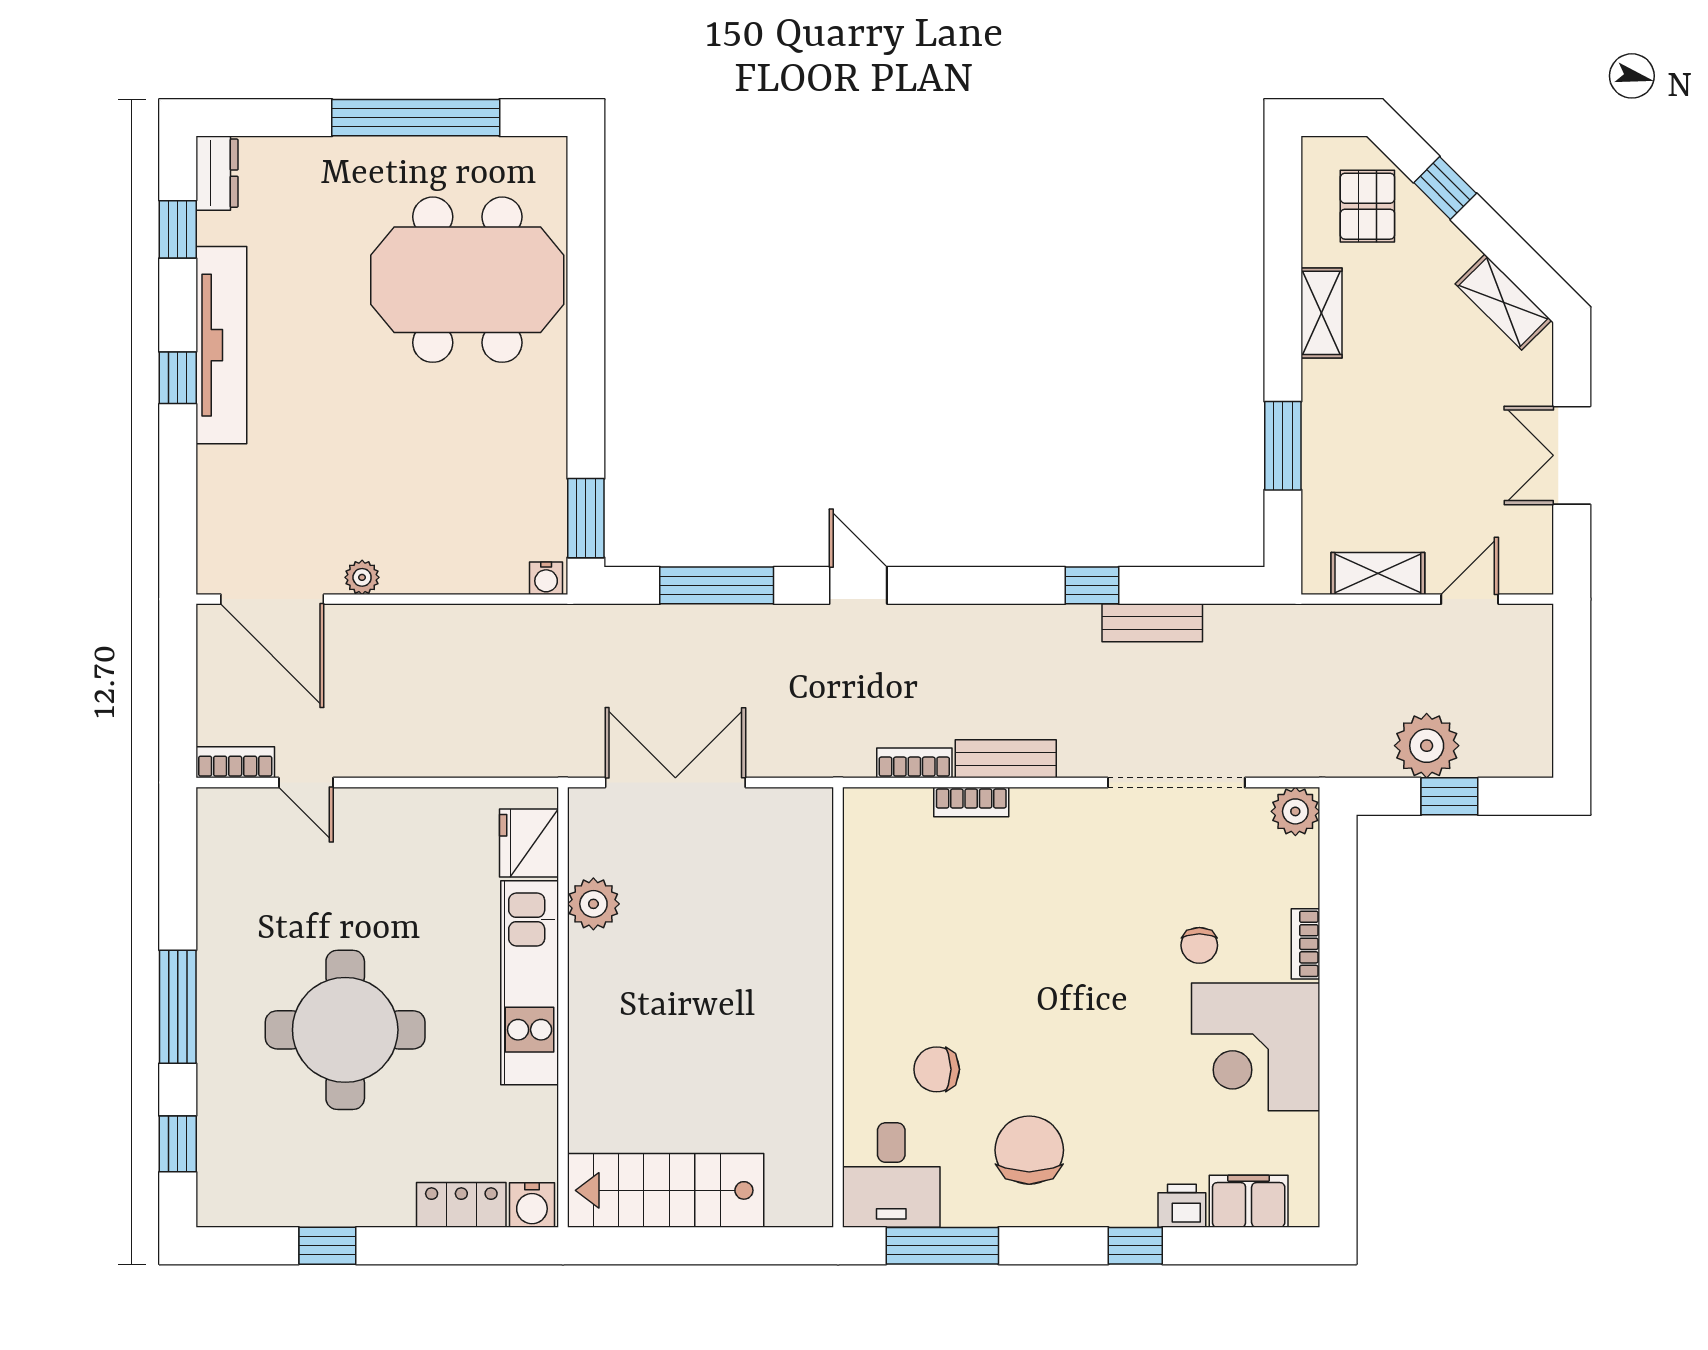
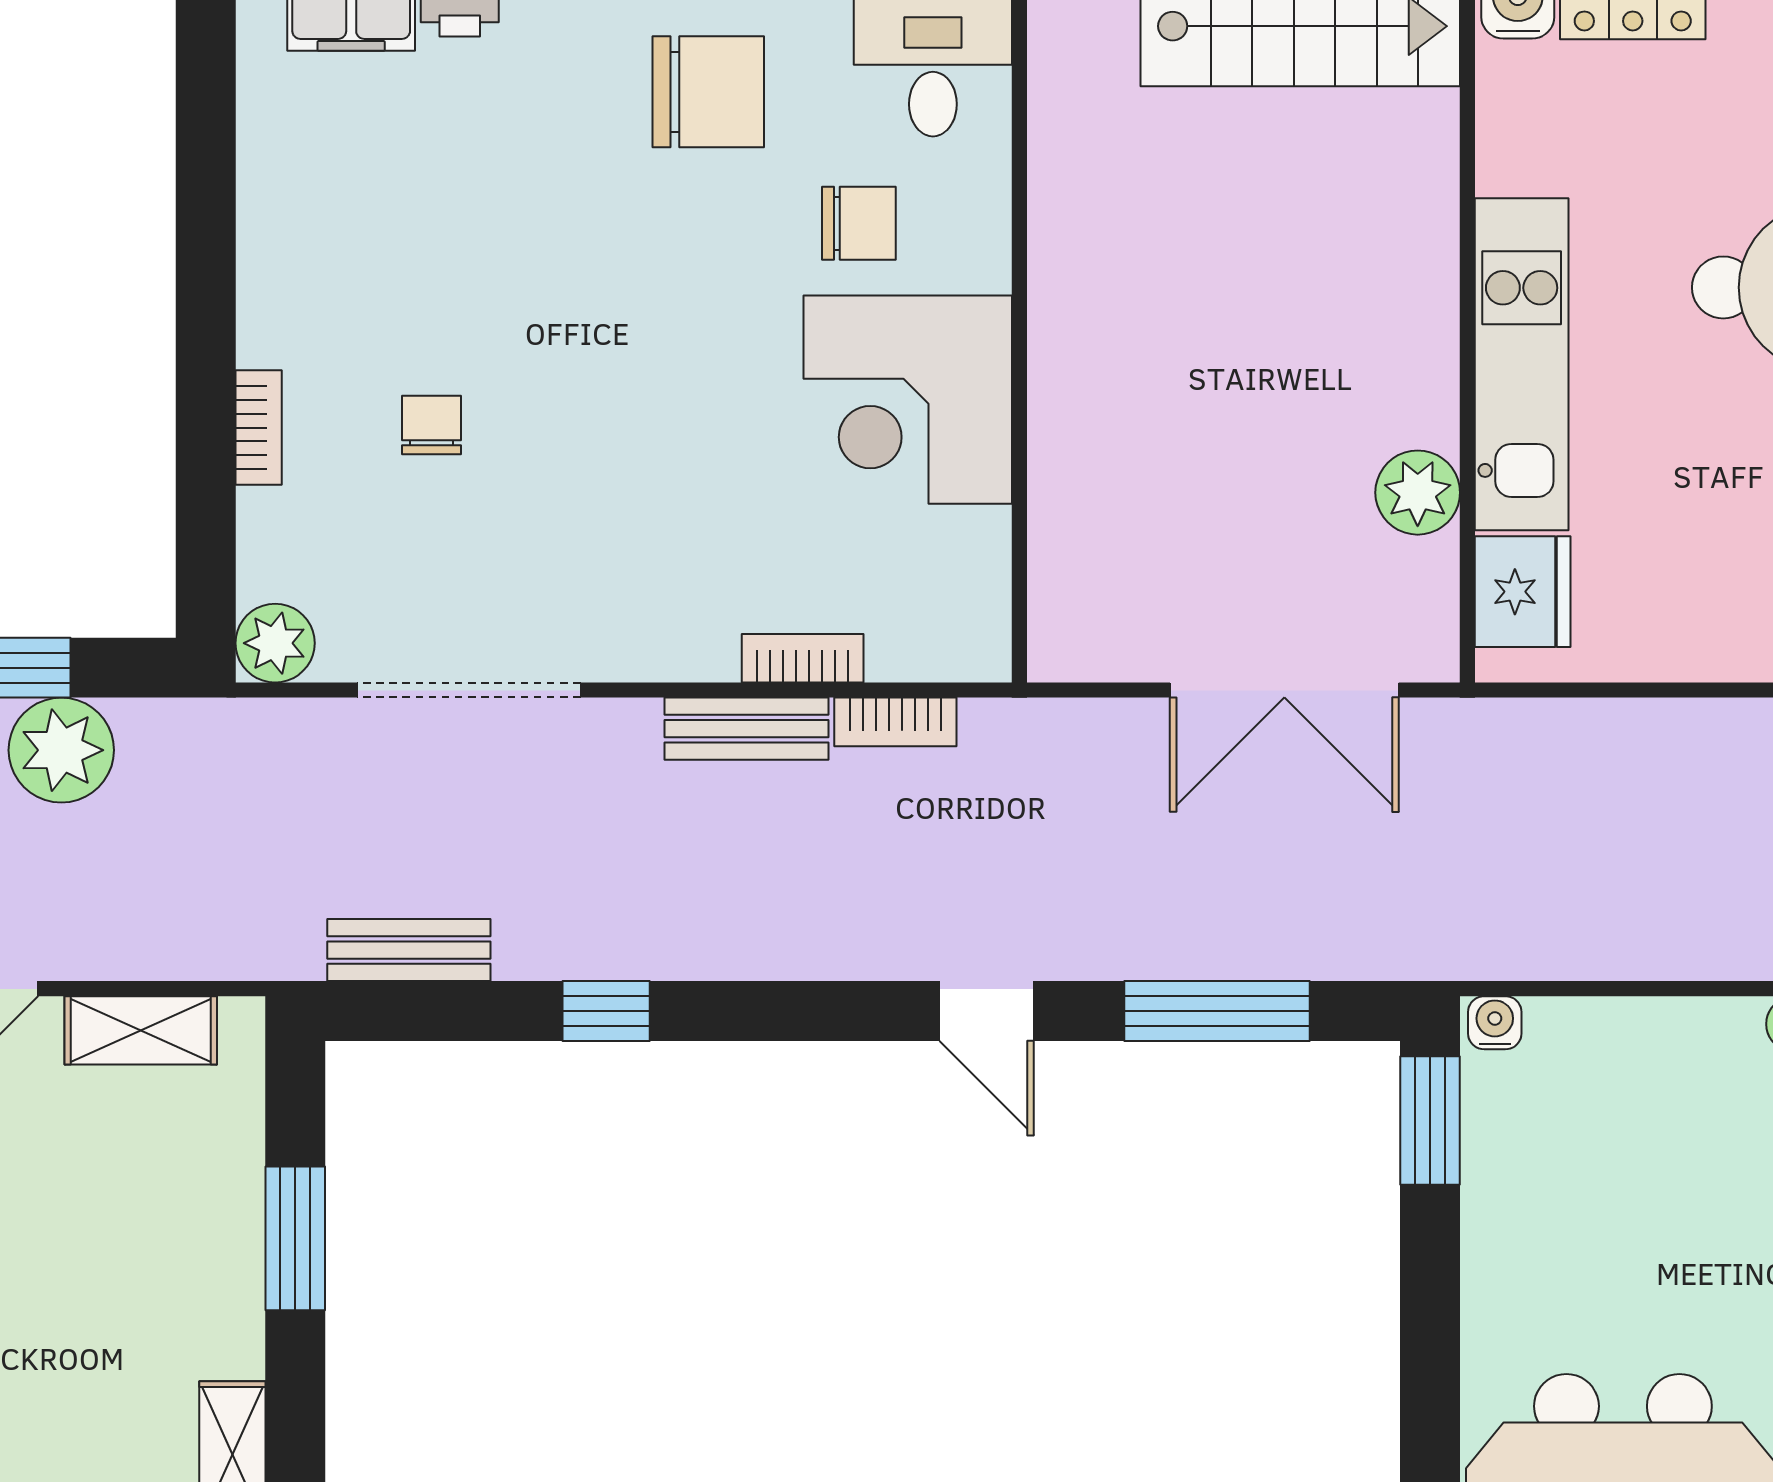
bench: (1152, 623) -> (409, 950), moved
corner desk: (1256, 1047) -> (908, 400), moved, turned 180
chair: (1029, 1150) -> (708, 92), turned -90

